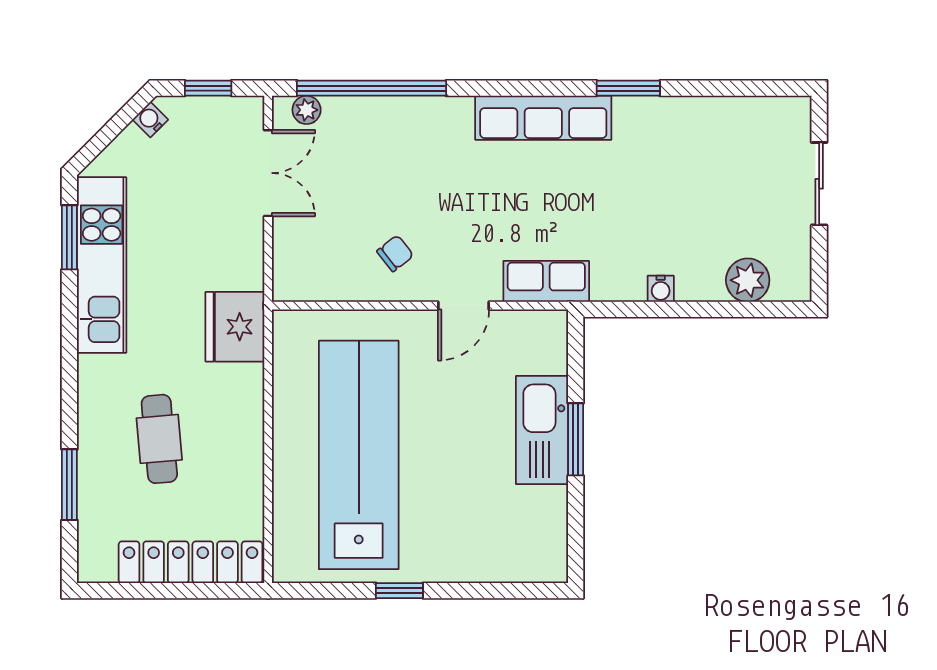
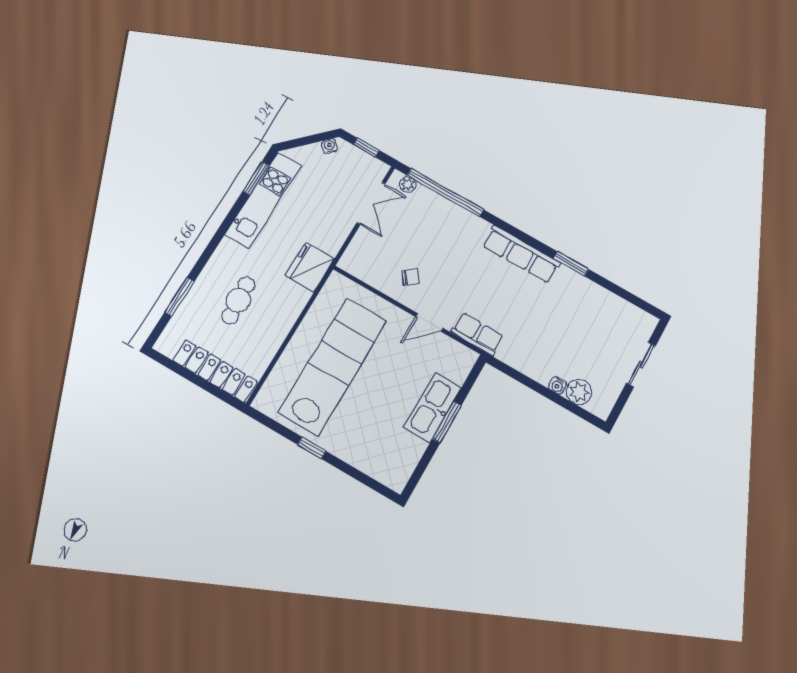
water cooler: (661, 289) -> (558, 385), moved

